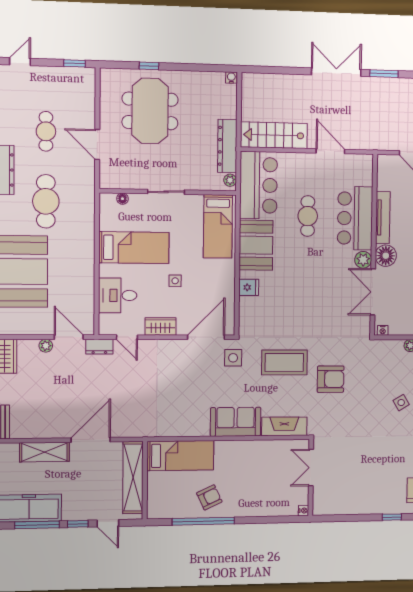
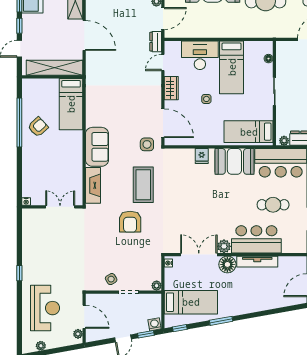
cafe table: (308, 216) -> (273, 205), moved
desk: (118, 295) -> (200, 55), width x1.37
armchair: (209, 497) -> (38, 127), turned -108

